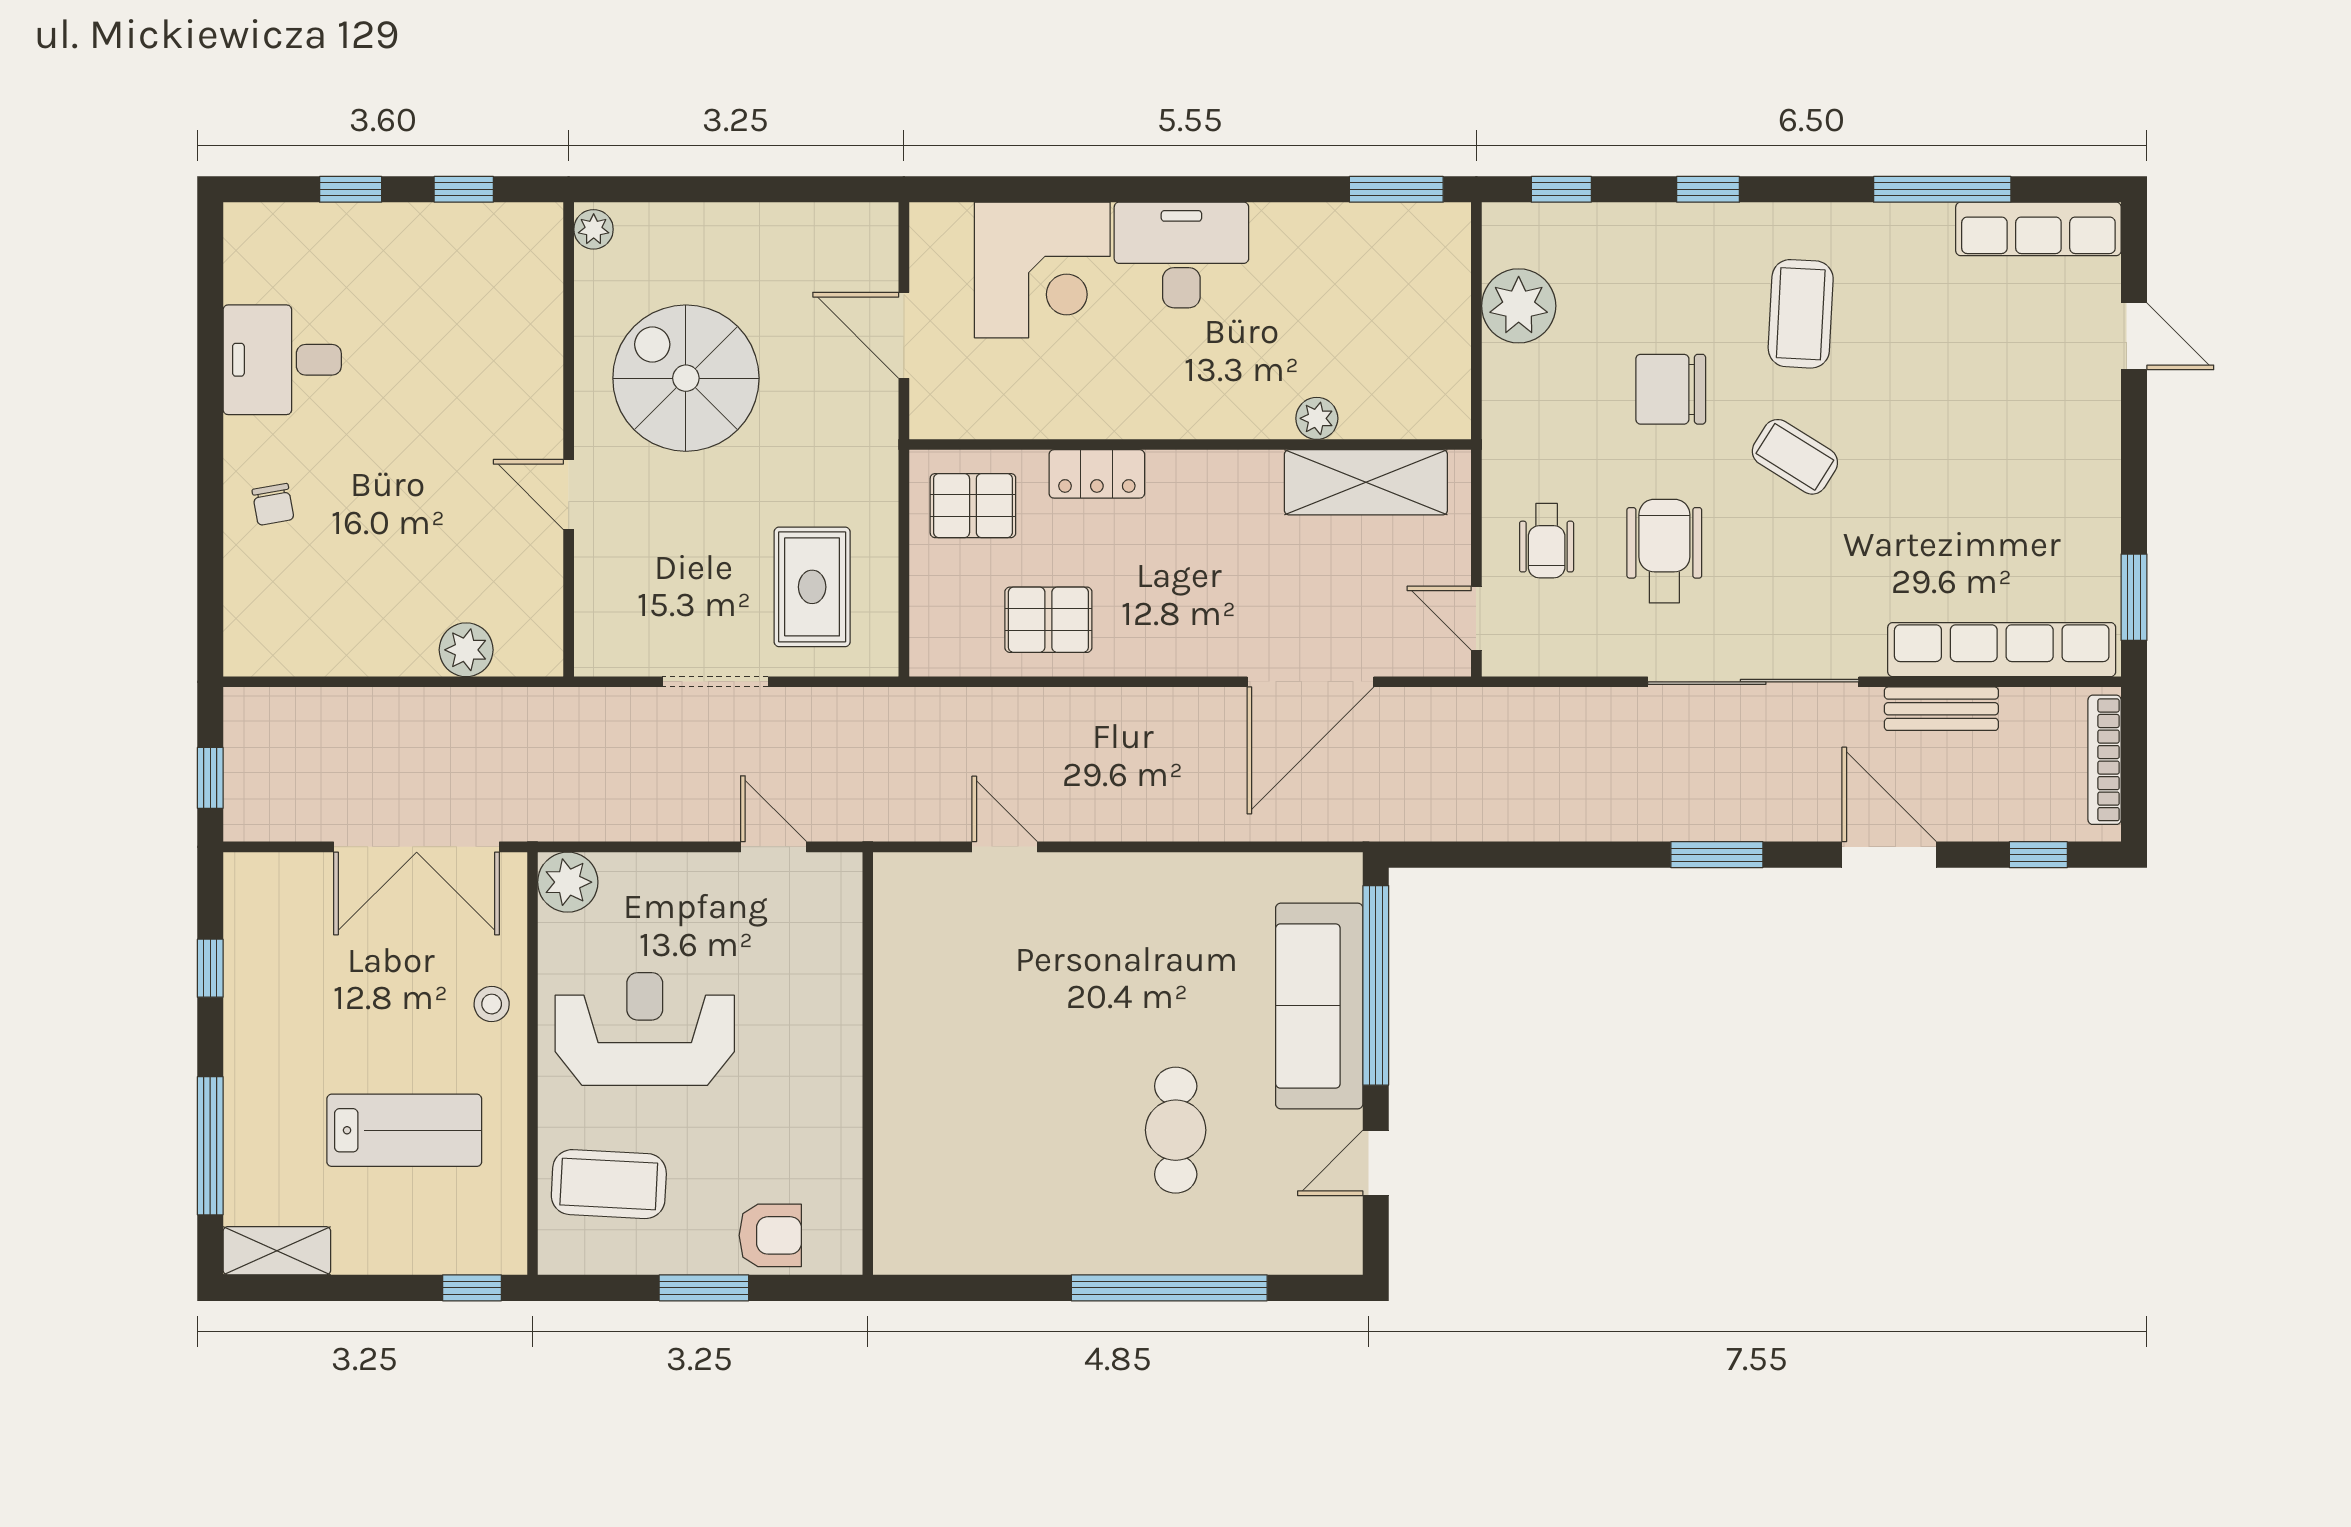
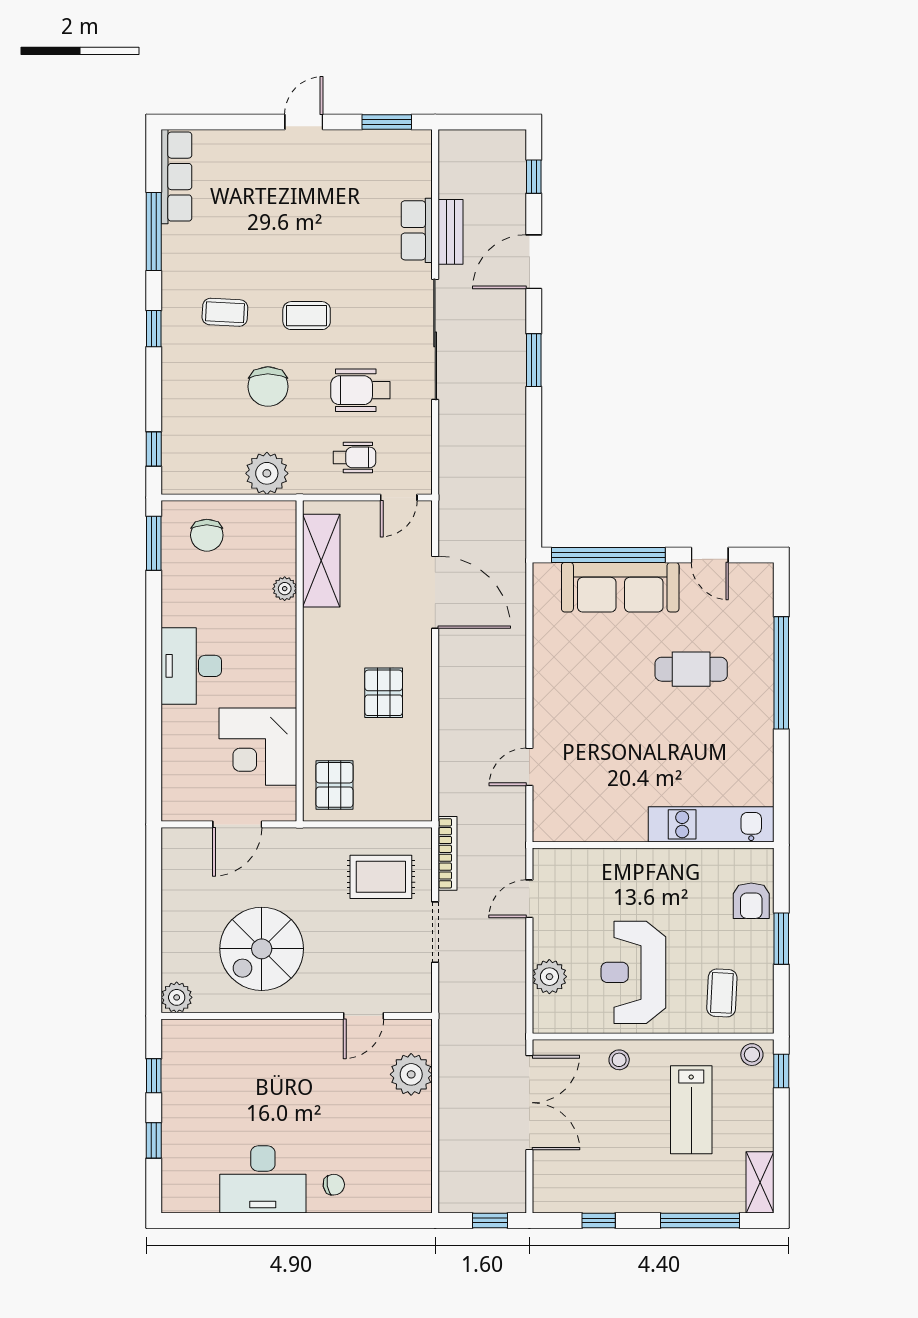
window: (1708, 189) -> (154, 329), moved
plant: (594, 229) -> (177, 997), width x1.38, depth x1.38
corner desk: (1042, 270) -> (258, 747), moved, turned 180
chair: (1410, 282) -> (207, 535), added
plant: (1519, 306) -> (267, 473), moved
coffee table: (1801, 314) -> (225, 312), width x0.73, depth x0.77
door: (2134, 336) -> (304, 122), moved
desk: (282, 360) -> (263, 1179), width x1.37
coffee table: (1795, 457) -> (307, 316), turned 58
locker: (1097, 474) -> (316, 714), removed
door: (569, 495) -> (363, 1016), moved
pallet: (1048, 620) -> (384, 693), moved
plant: (466, 650) -> (411, 1074), width x1.36, depth x1.36
row of seats: (2002, 650) -> (417, 230), width x0.50
bookcase: (2105, 760) -> (448, 853), moved, turned -90
plant: (568, 882) -> (549, 977), moved
lab bench: (404, 1130) -> (691, 1110), turned 180
kitchen unit: (904, 1165) -> (711, 824), added
coffee table: (609, 1184) -> (722, 993), width x0.73, depth x0.77
armchair: (770, 1235) -> (751, 901), turned 180
stool: (501, 1237) -> (752, 1055), added

